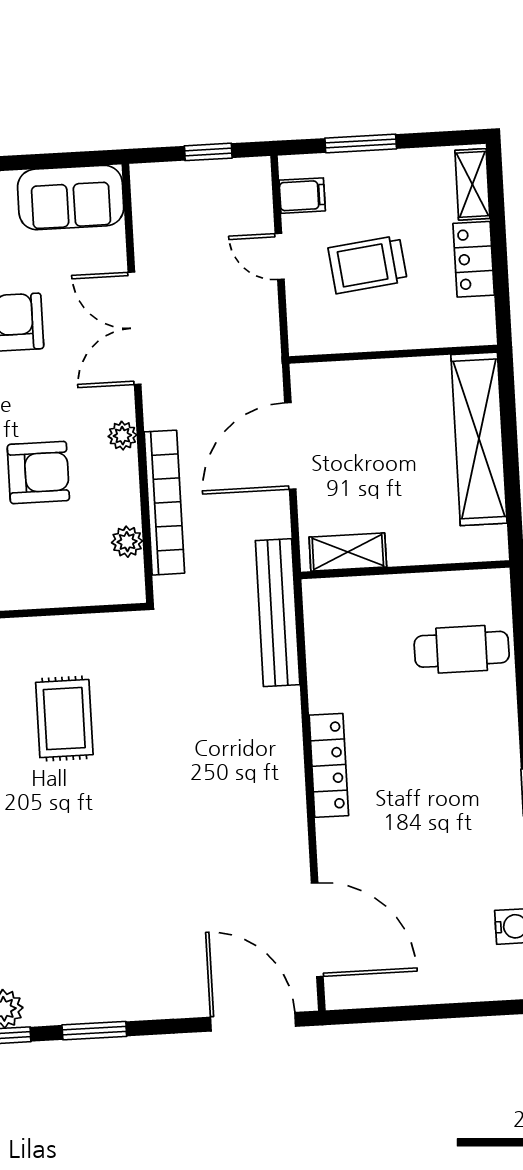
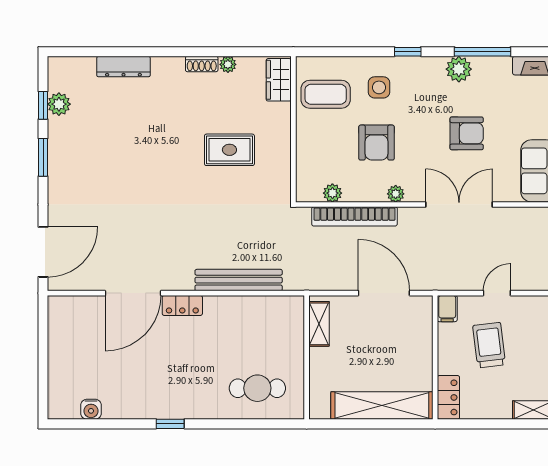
filing cabinet: (302, 196) -> (447, 309), moved
locker: (474, 259) -> (448, 397), moved, turned 90
bench: (278, 613) -> (239, 280), moved
cafe table: (462, 649) -> (257, 388), turned 90
locker: (329, 765) -> (182, 305), width x0.66
door: (317, 930) -> (133, 293), moved

